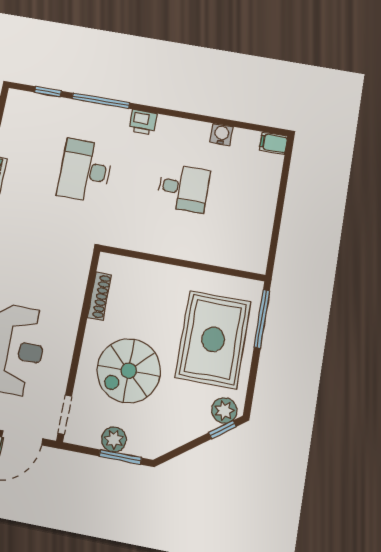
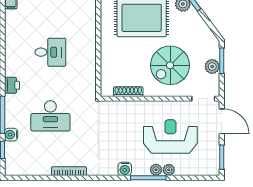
water cooler: (221, 134) -> (11, 135), moved
desk: (183, 188) -> (50, 52), turned 90
spiral stairs: (129, 371) -> (170, 65), turned 90

